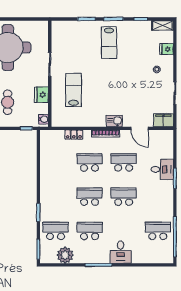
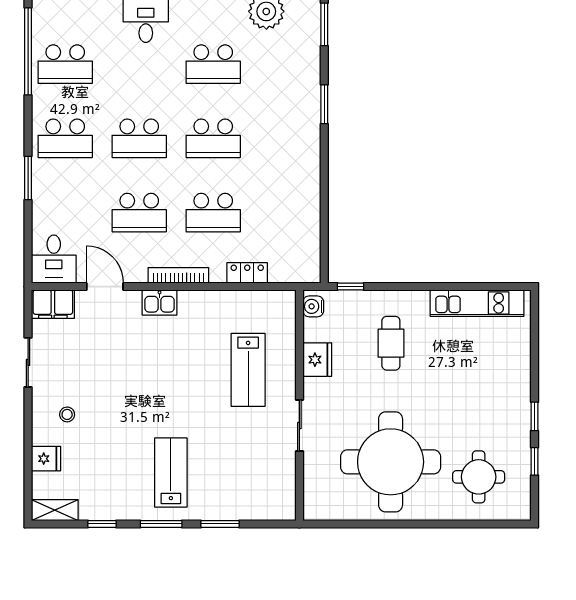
desk: (162, 169) -> (54, 259), moved, turned -90
school desk: (55, 231) -> (65, 138), moved

